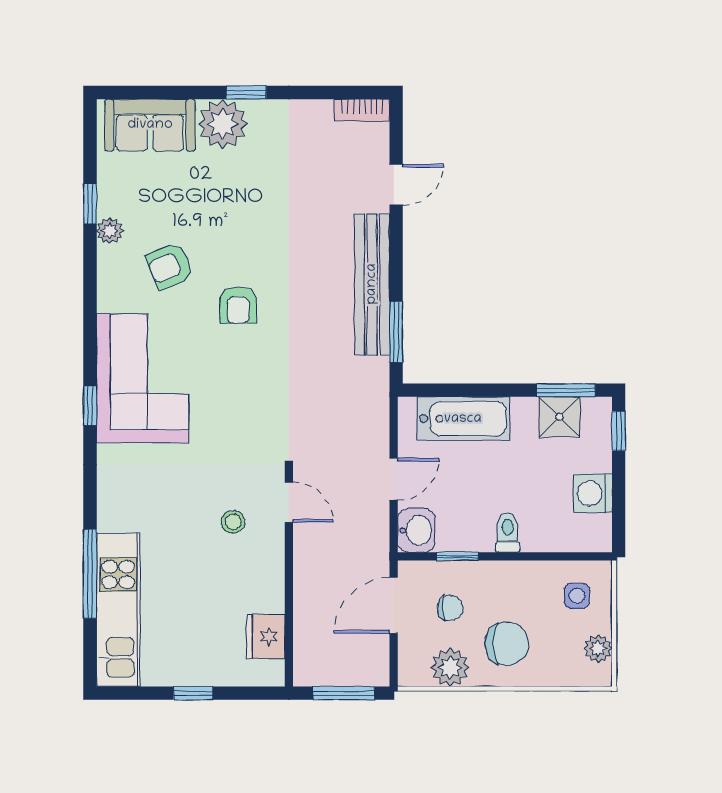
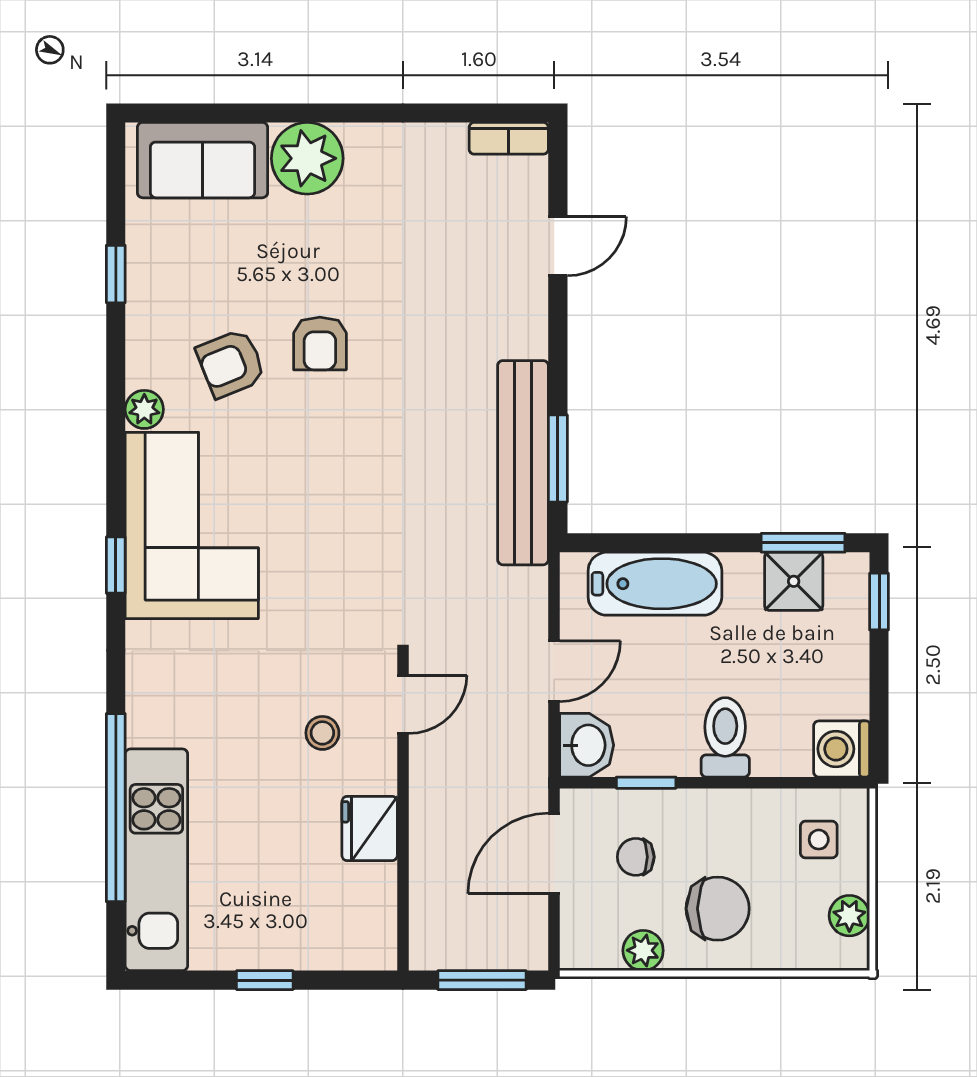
window: (246, 92) -> (341, 113), removed
plant: (110, 231) -> (144, 409), moved
bench: (372, 284) -> (523, 463), moved
armchair: (238, 305) -> (320, 343), moved
washing machine: (593, 493) -> (842, 749), moved
door: (289, 502) -> (403, 704), hinge flipped
toilet: (508, 533) -> (725, 737), width x1.37, depth x1.39
window: (90, 574) -> (116, 808), width x1.46
chair: (450, 608) -> (636, 857), turned 180
fridge: (266, 637) -> (370, 829), moved
plant: (450, 667) -> (643, 950), width x0.73, depth x0.73

